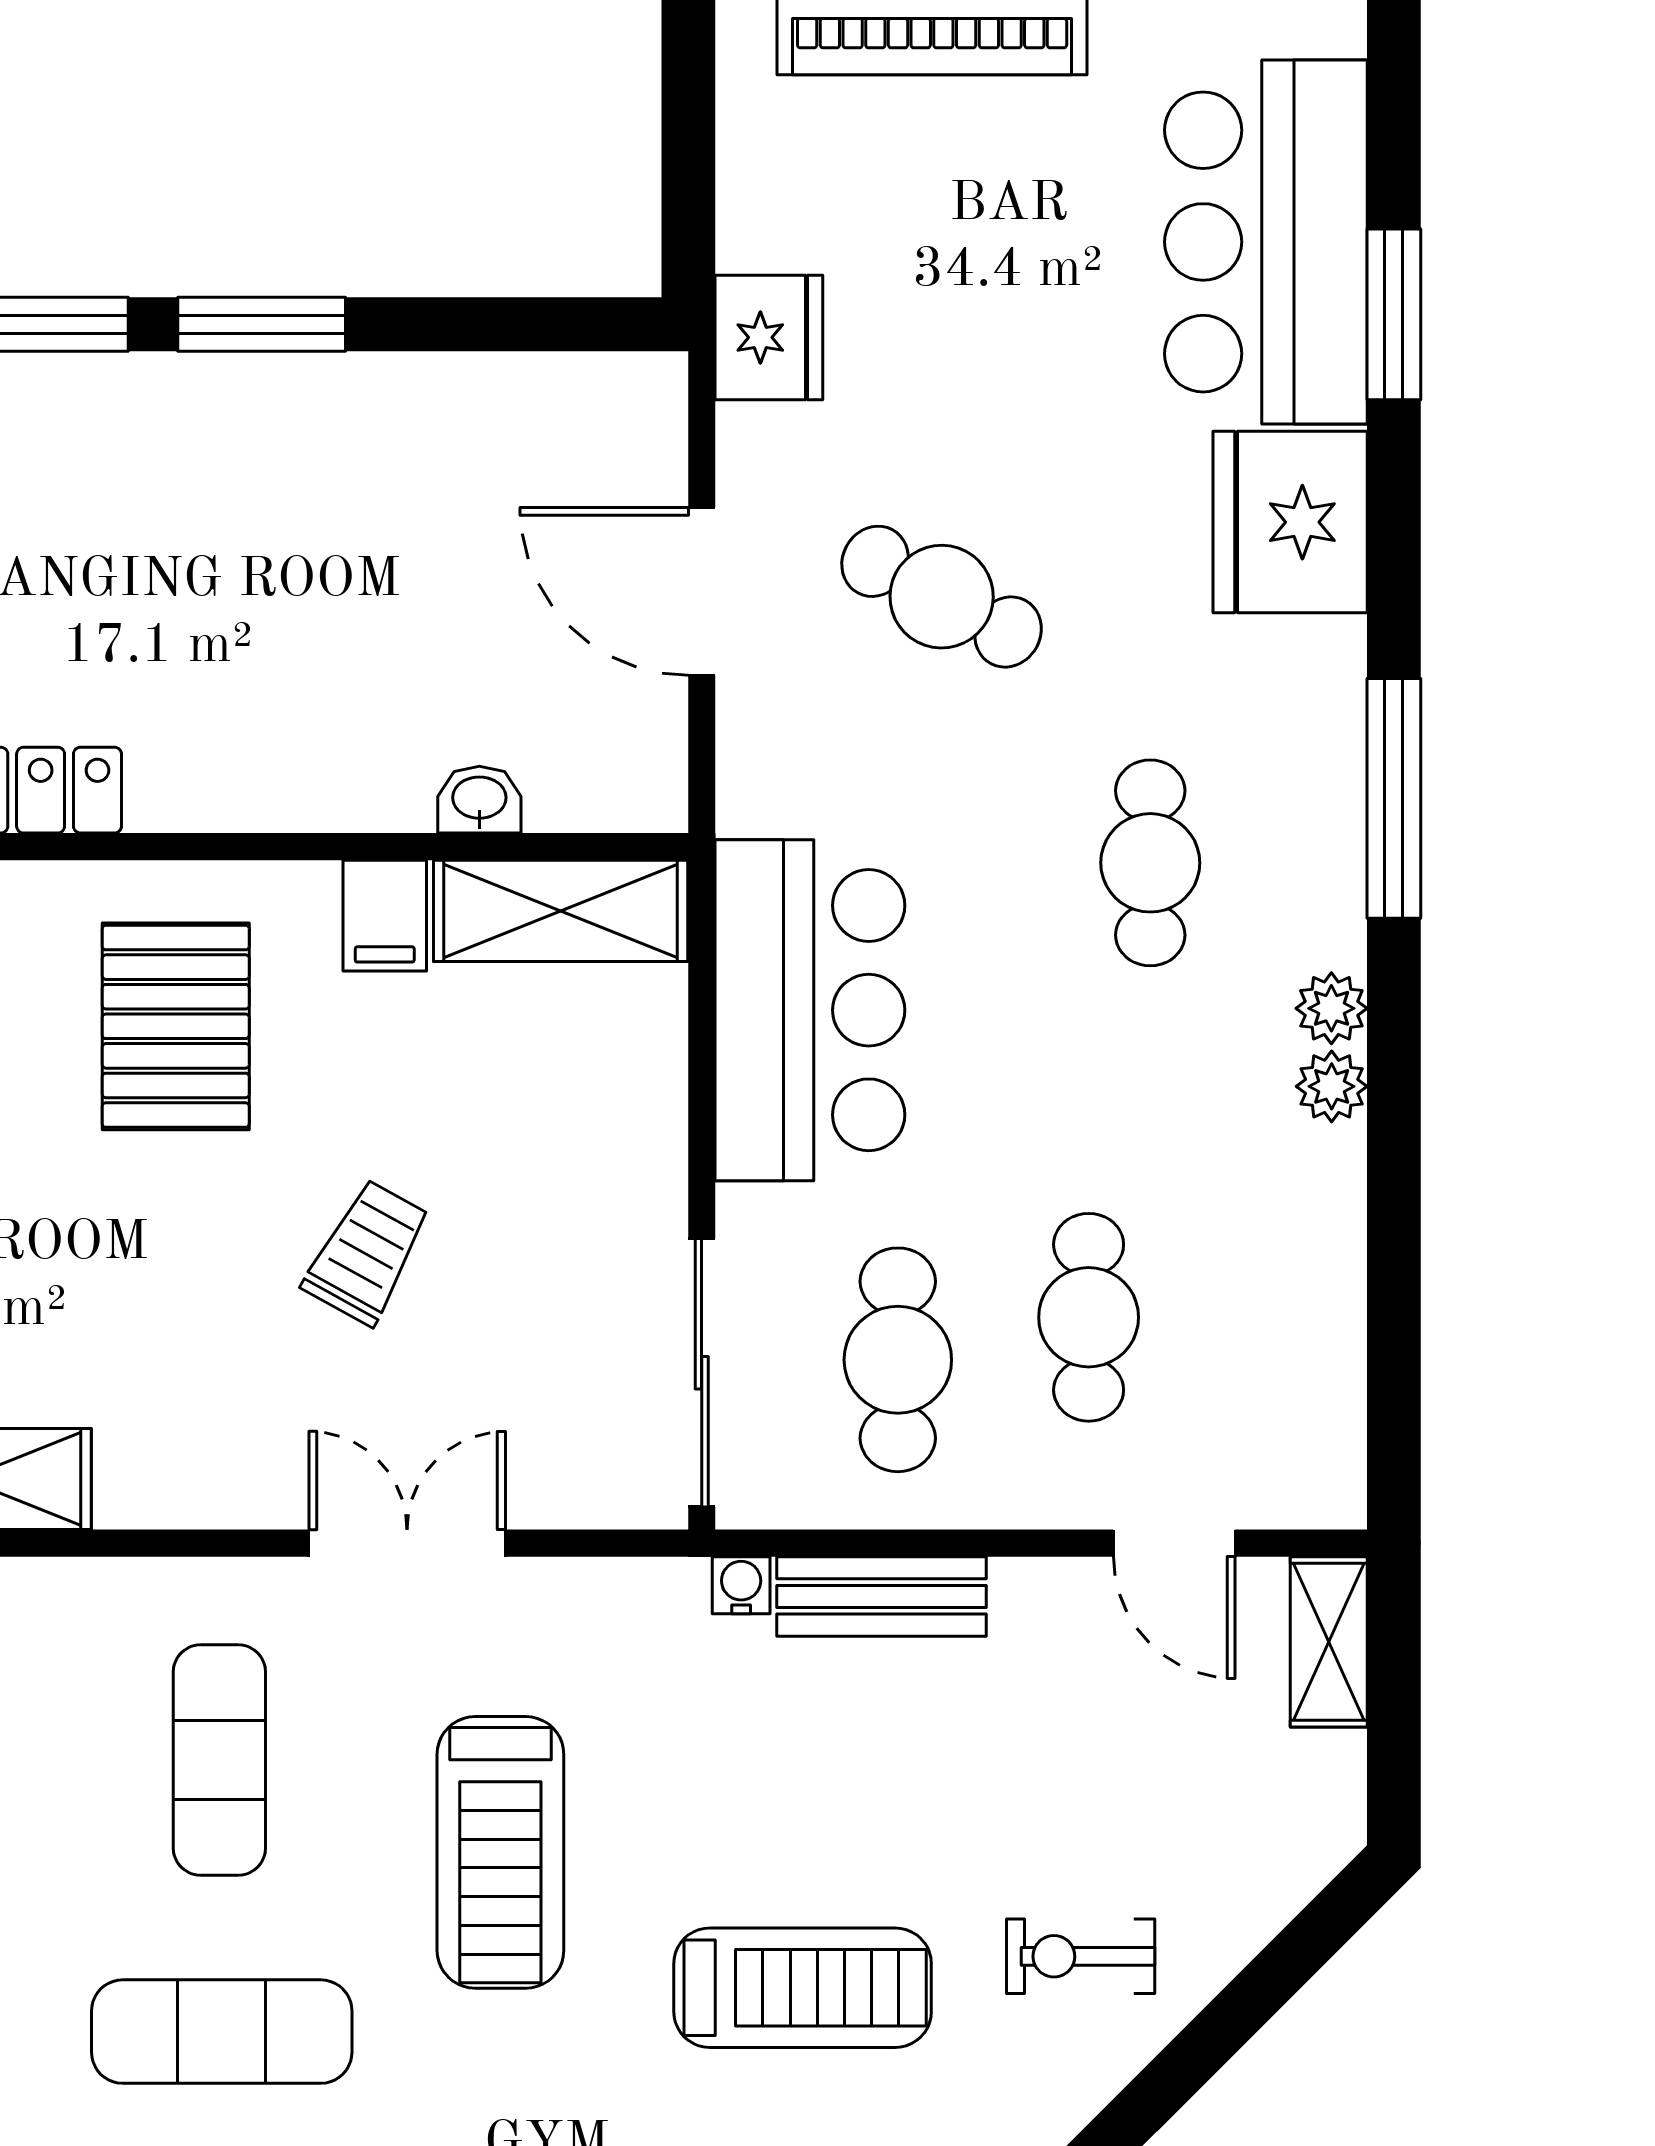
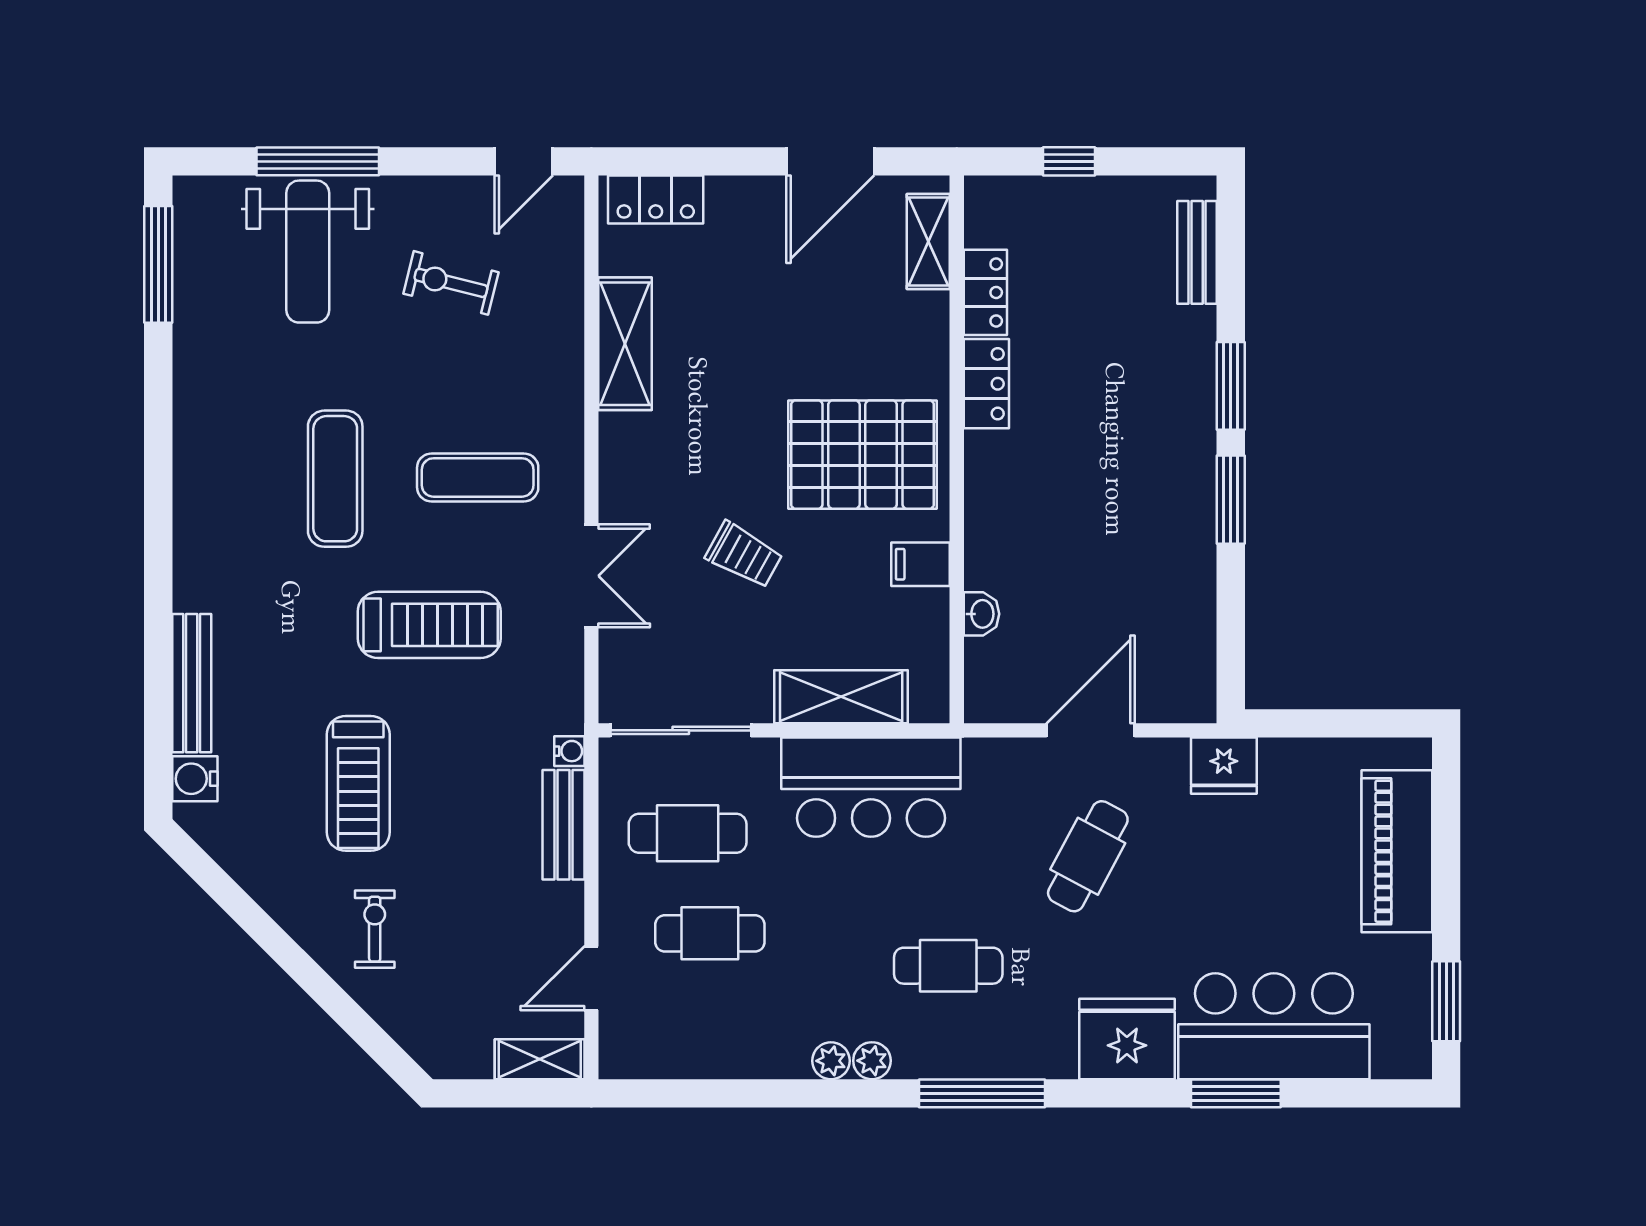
shelving: (561, 911) -> (841, 697), moved, turned 90
pallet: (176, 1026) -> (863, 455), width x1.37, depth x1.41
treadmill: (500, 1852) -> (429, 625), turned 180

